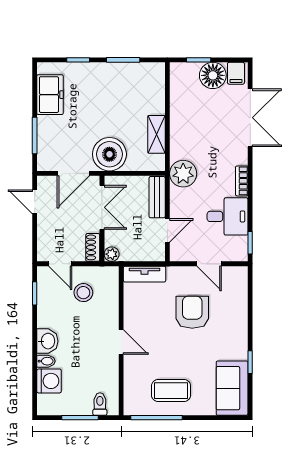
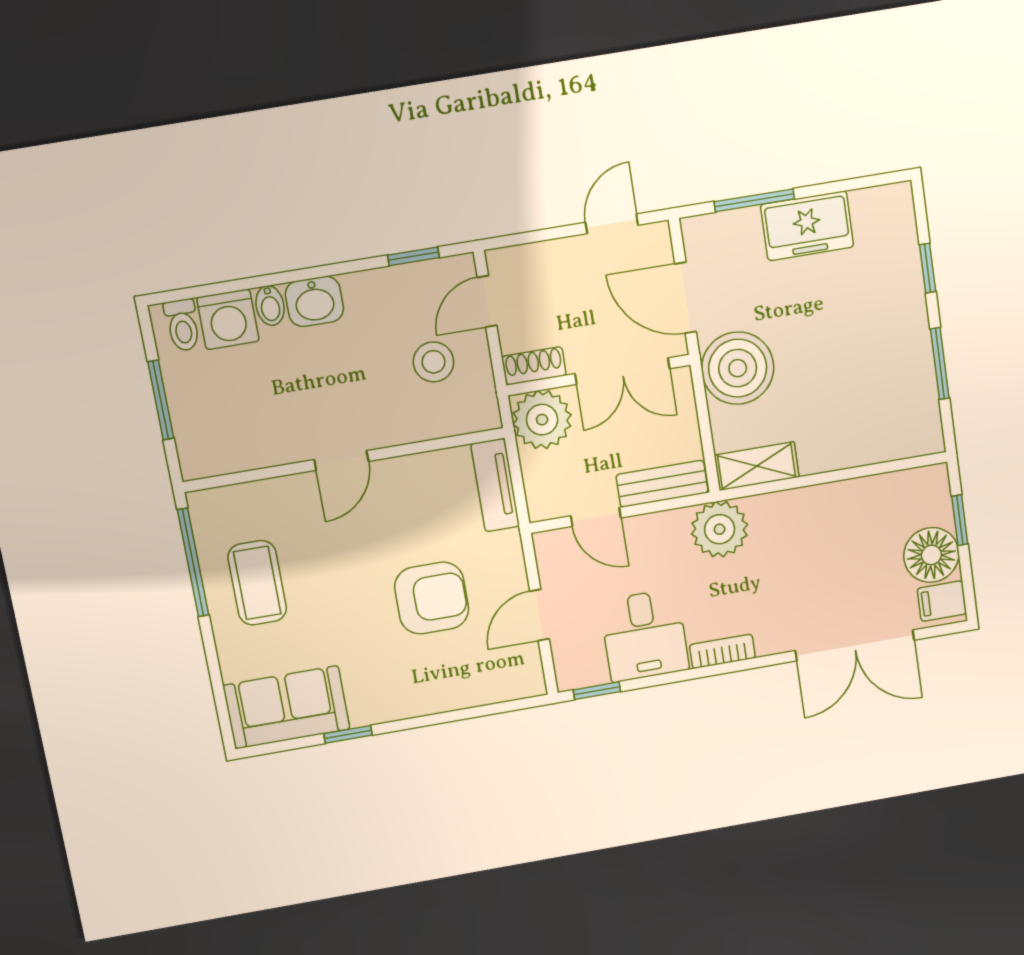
freezer: (50, 95) -> (807, 226), moved
shelving: (156, 134) -> (757, 466), moved
plant: (112, 254) -> (542, 420), width x1.88, depth x1.88
toilet: (100, 404) -> (182, 325), moved, turned 90

